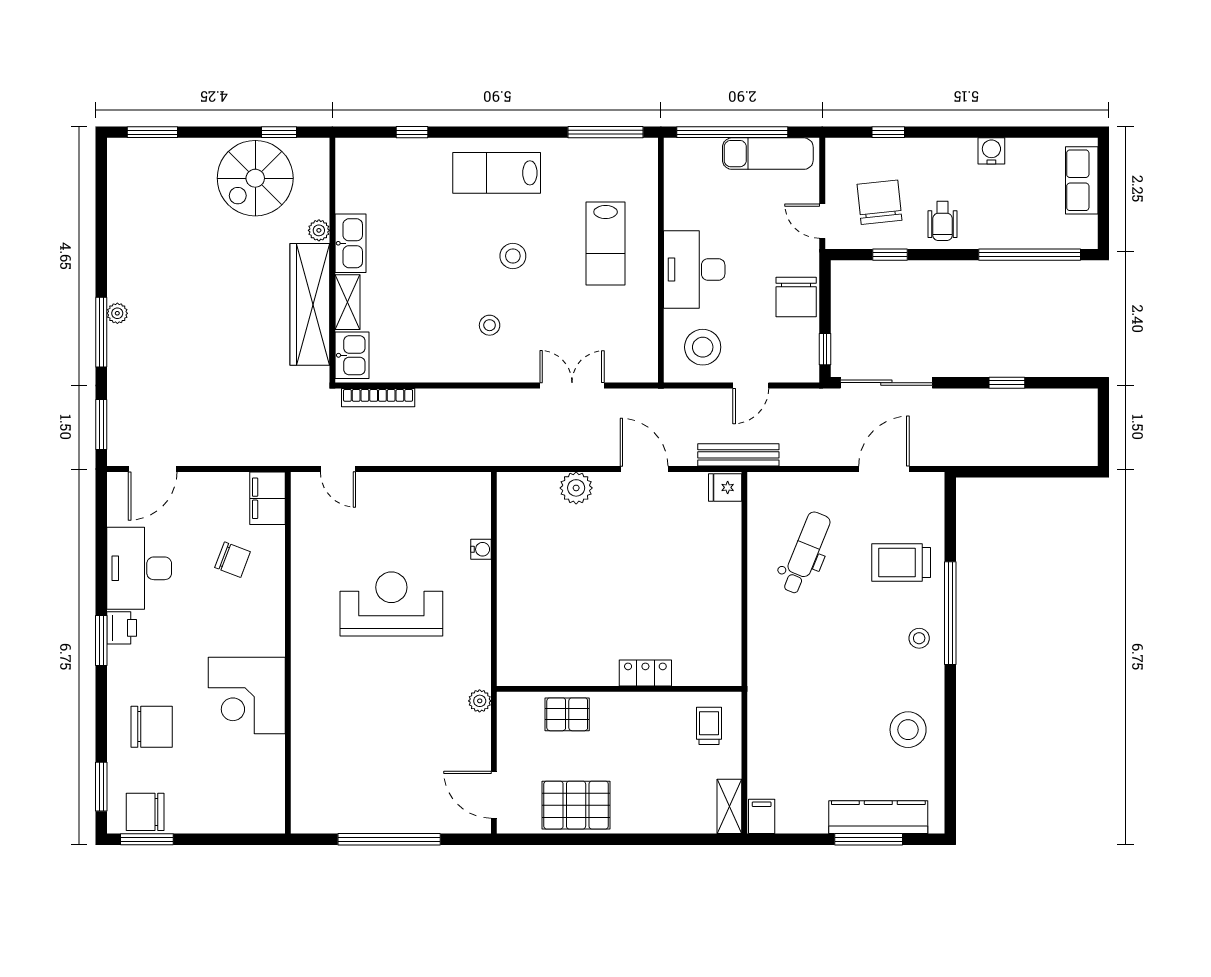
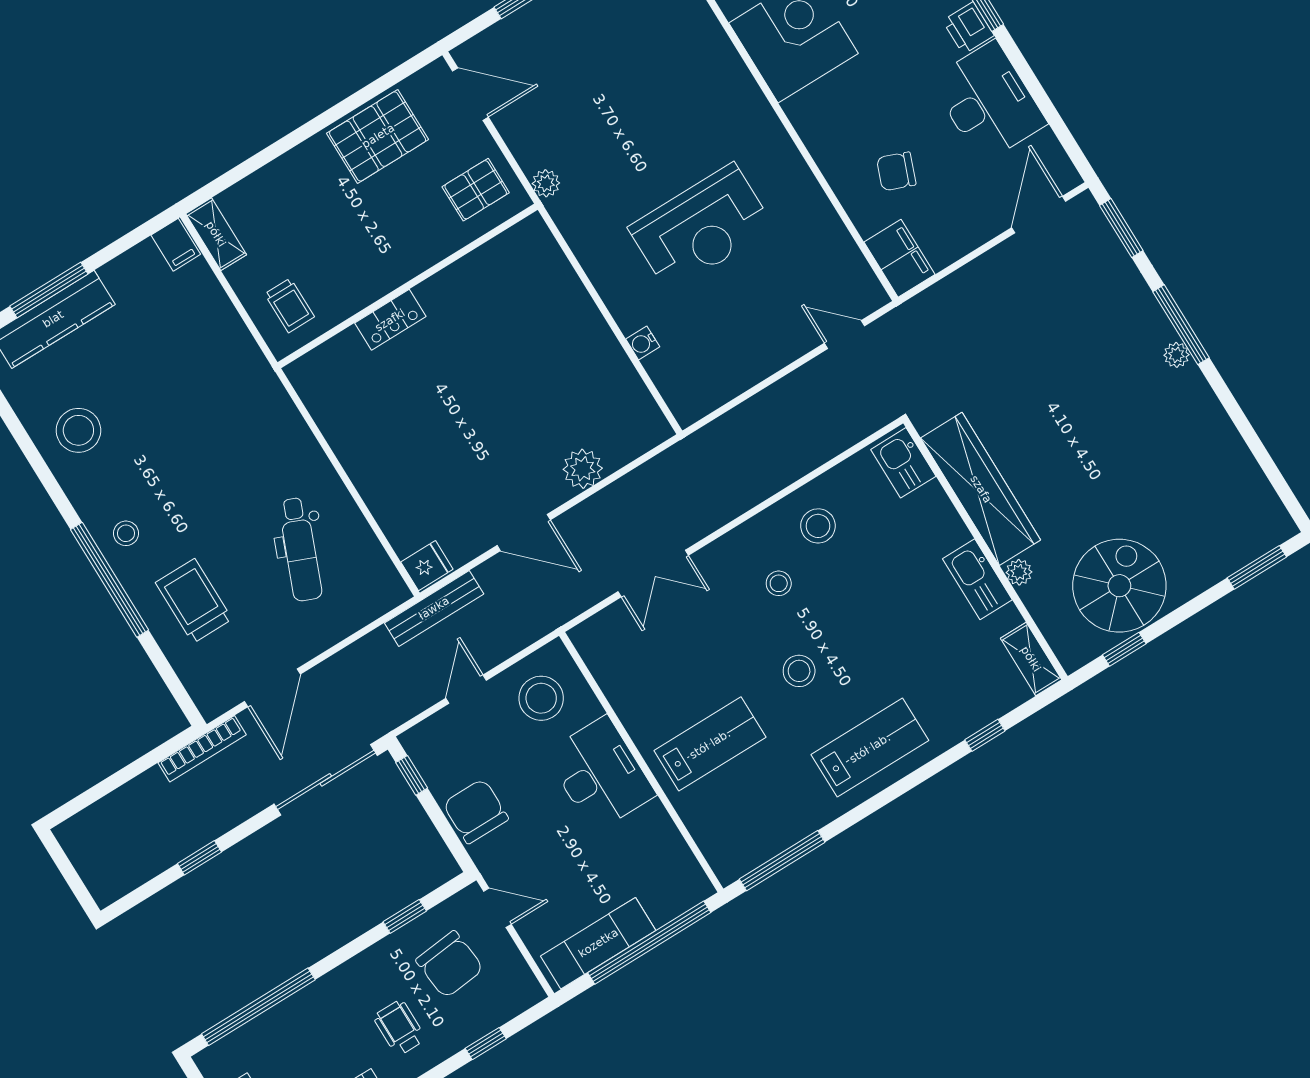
wheelchair: (943, 221) -> (399, 1028), moved
lab bench: (606, 244) -> (710, 744), turned 90
shelving: (347, 302) -> (1031, 659), moved
stool: (438, 348) -> (818, 526), added
bookcase: (378, 398) -> (202, 749), moved, turned 180
trolley: (901, 563) -> (194, 601), turned -90
pallet: (567, 714) -> (476, 190), moved

